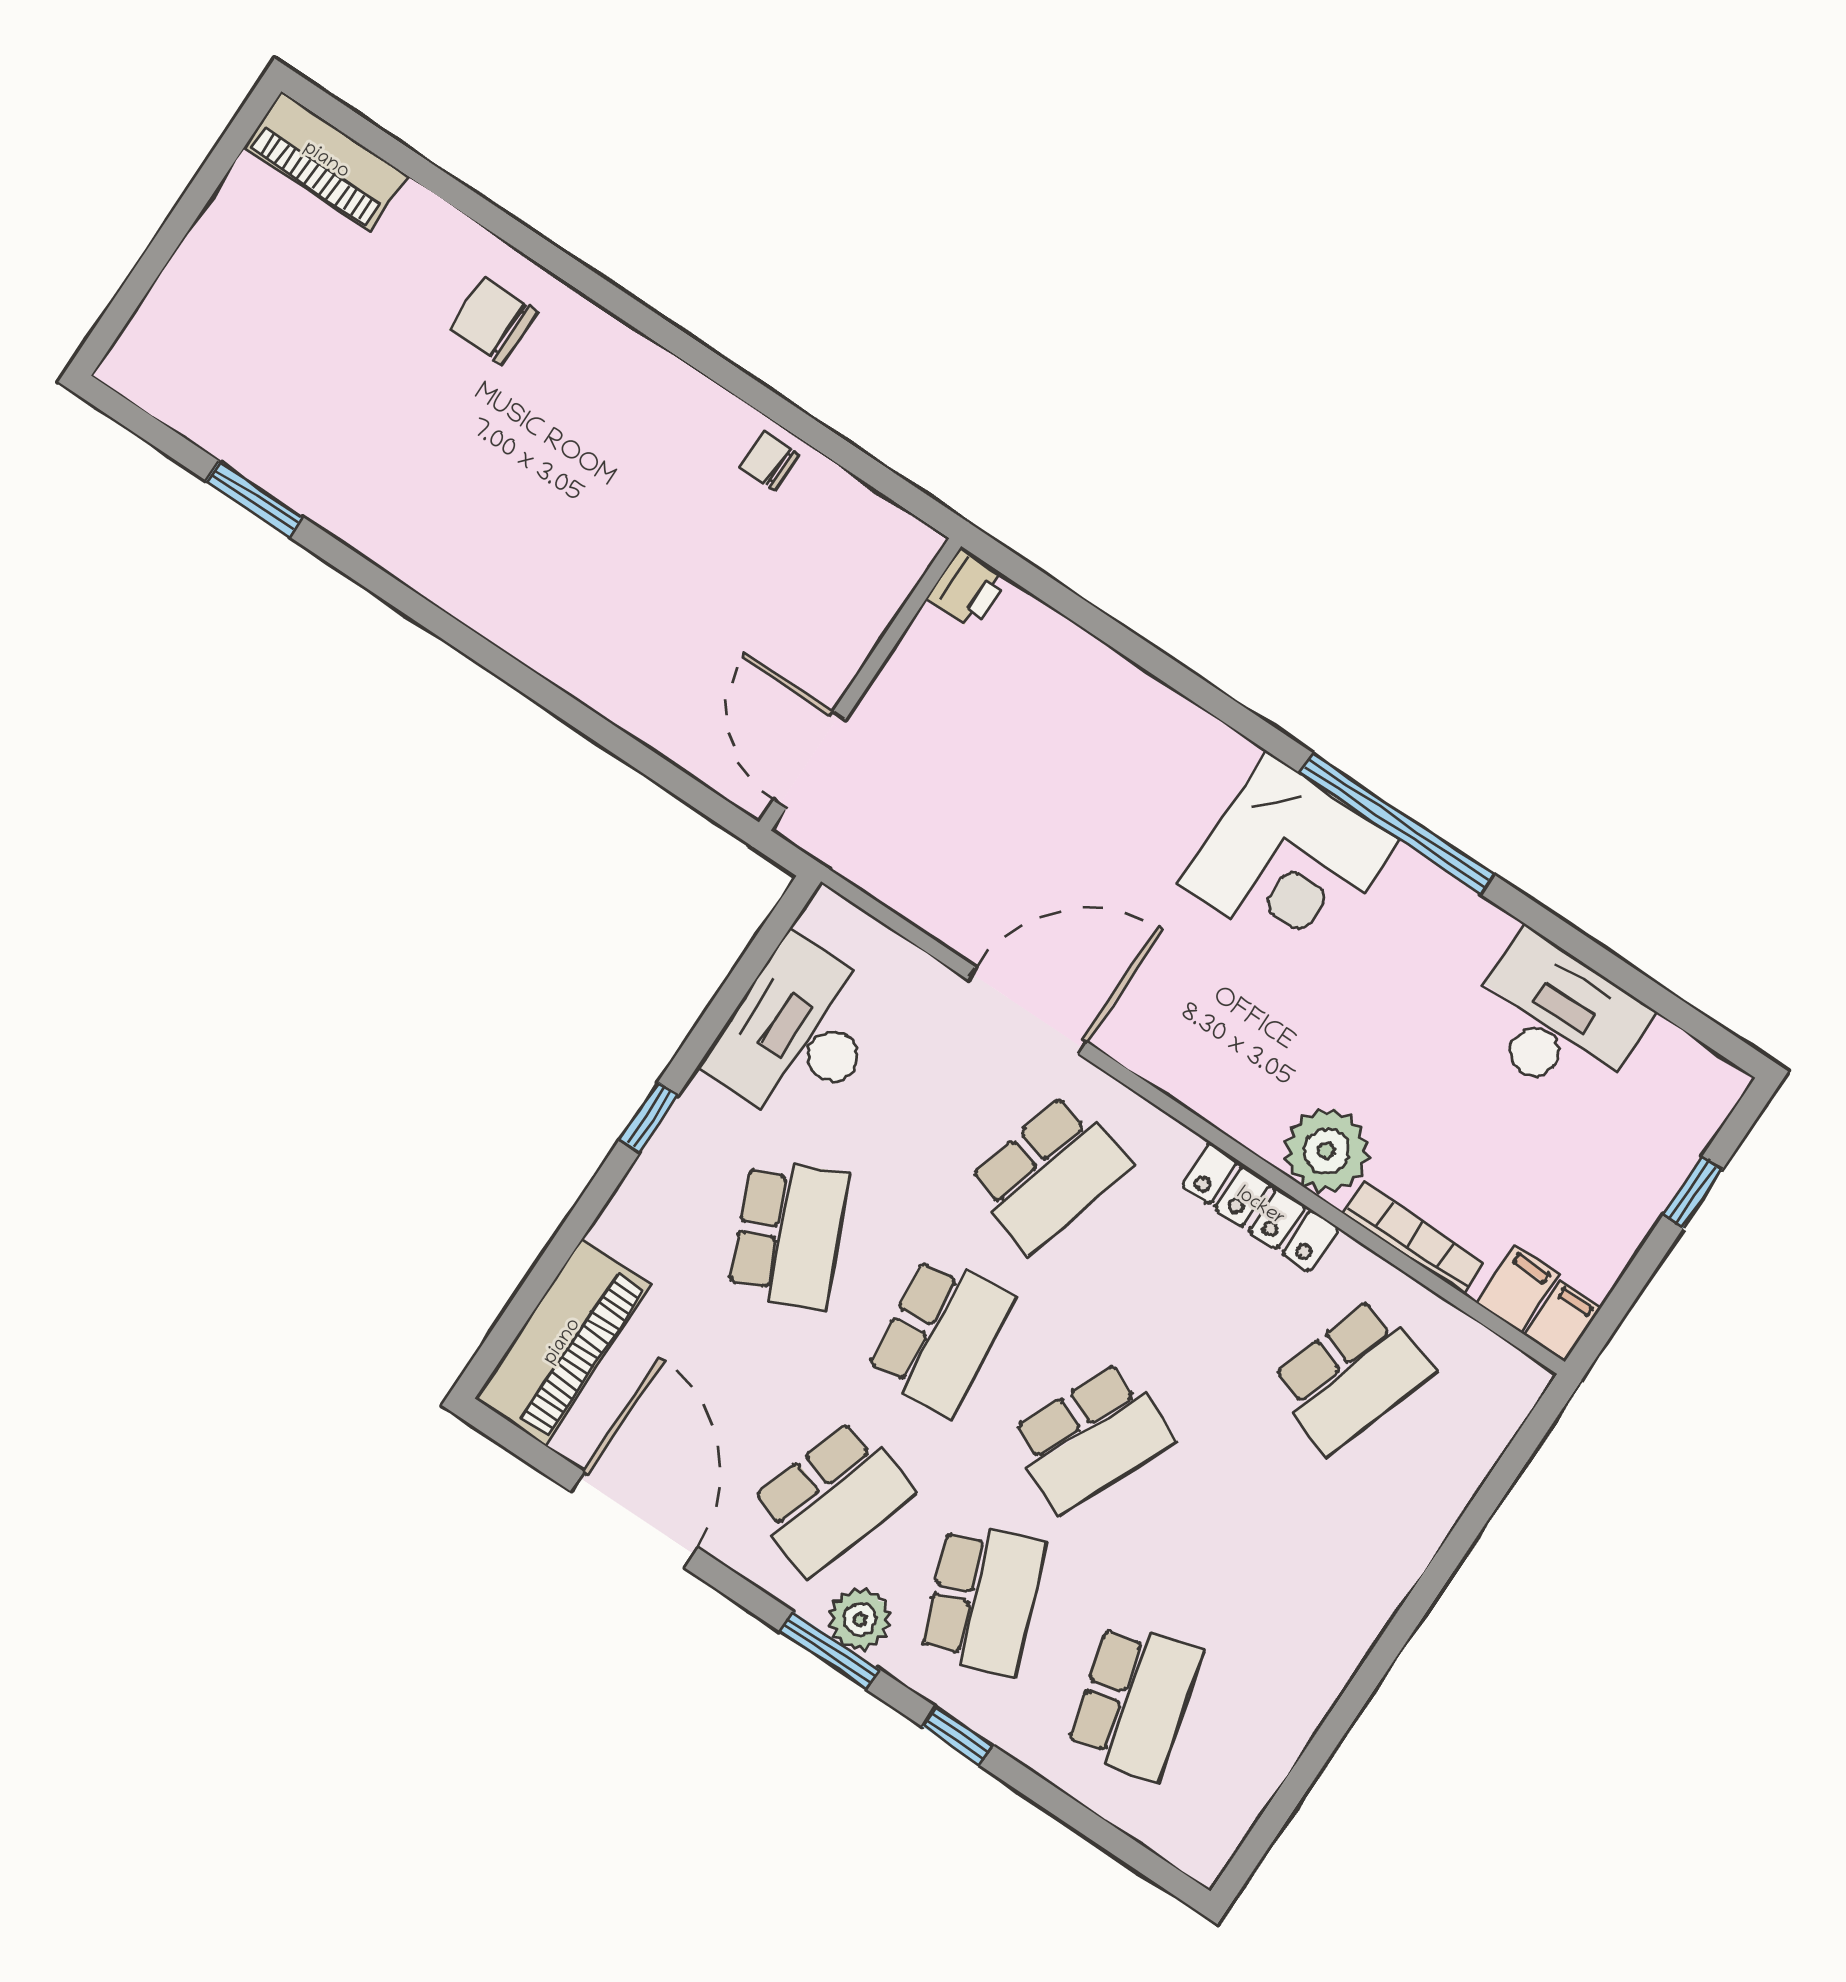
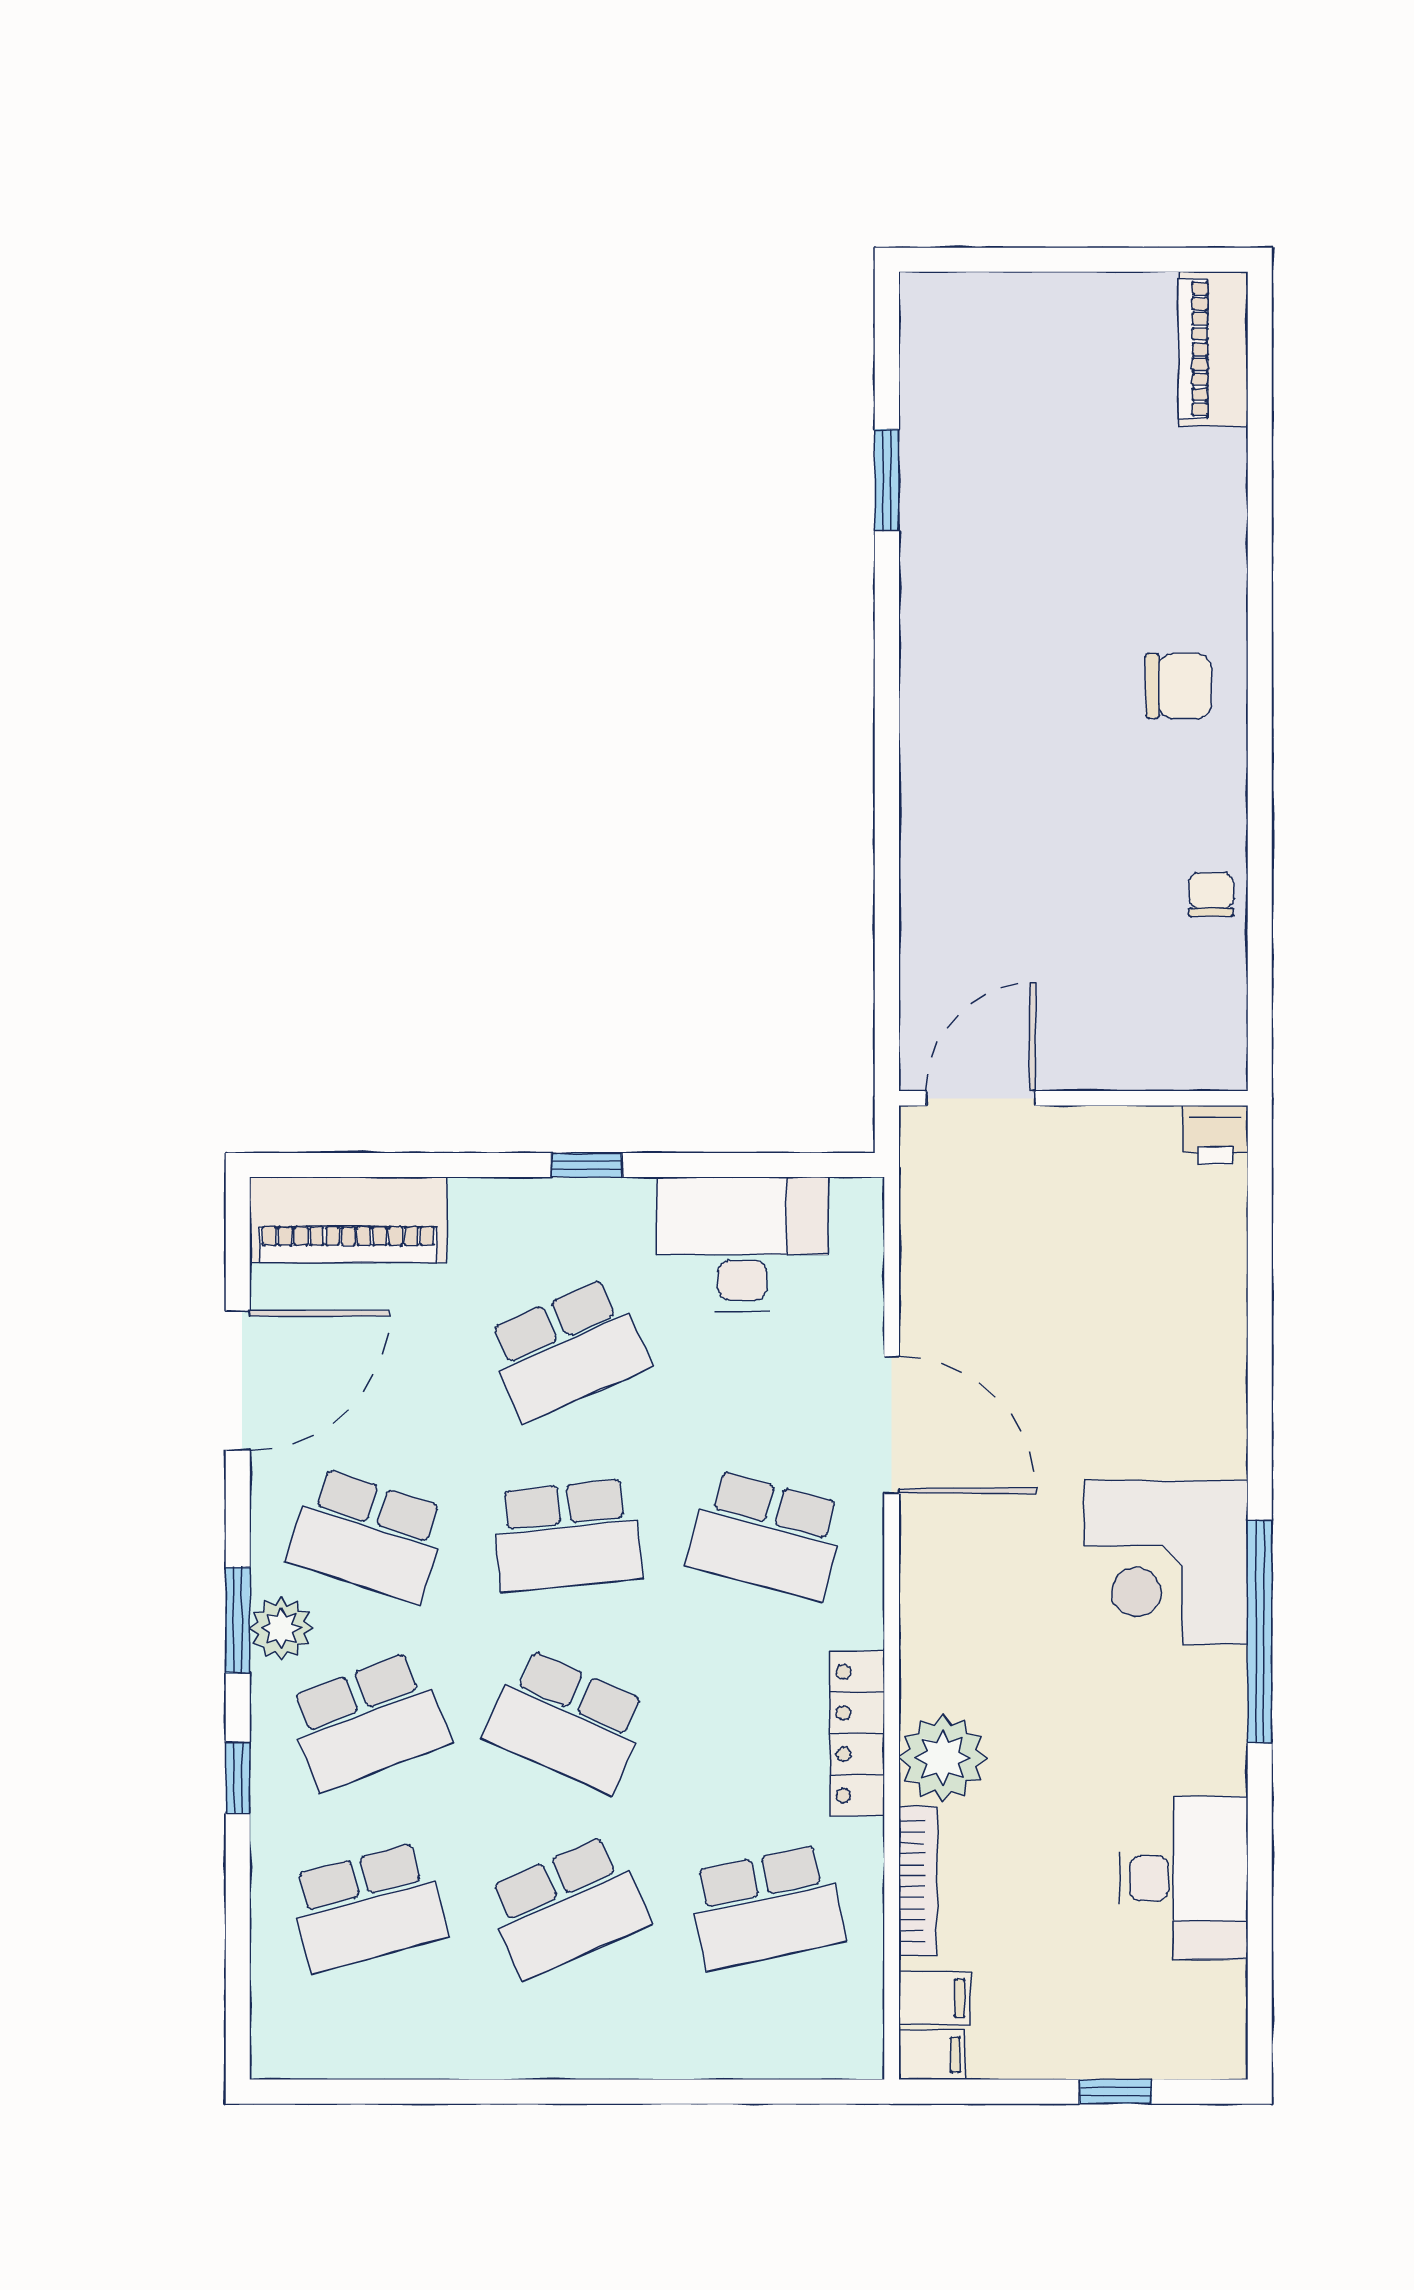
chair: (493, 321) -> (1179, 686), moved, turned 90
school desk: (1352, 1376) -> (766, 1907), turned -30
school desk: (1243, 1538) -> (567, 1907), added

